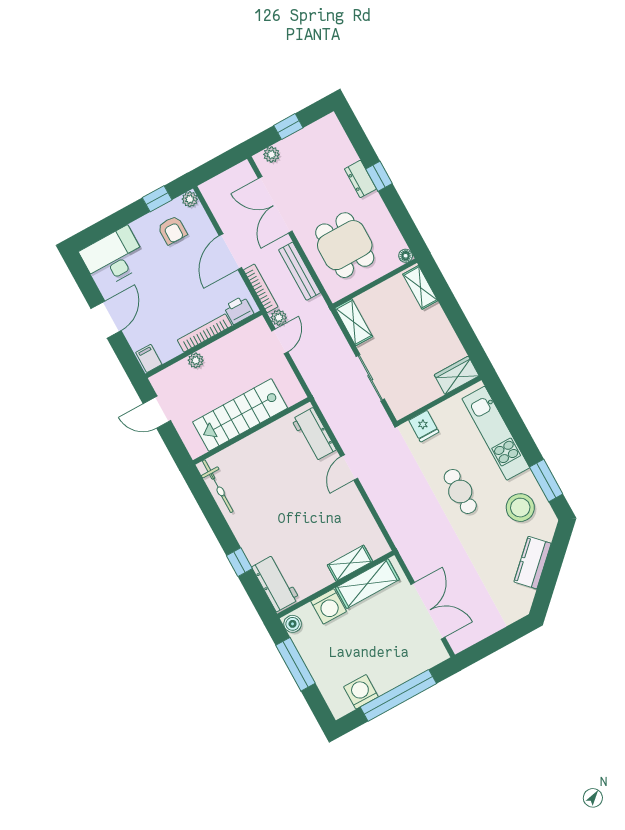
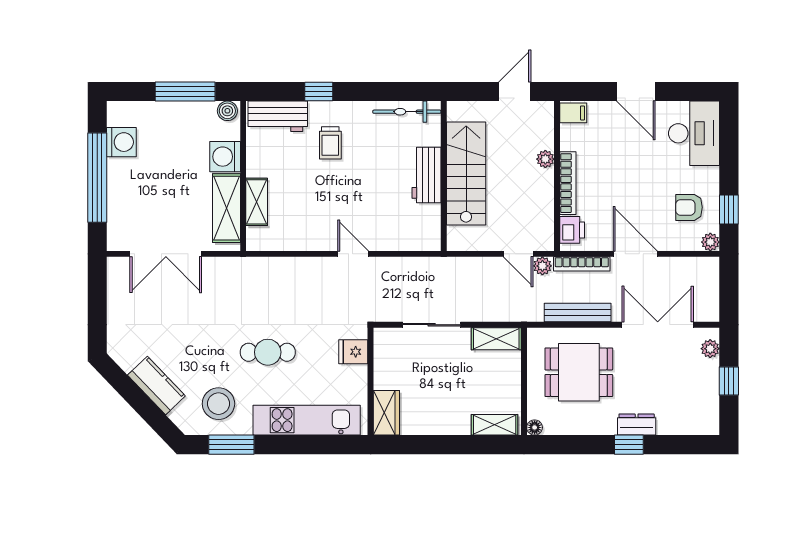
workbench: (314, 435) -> (426, 175), moved, turned -90
trolley: (274, 532) -> (330, 143), added

